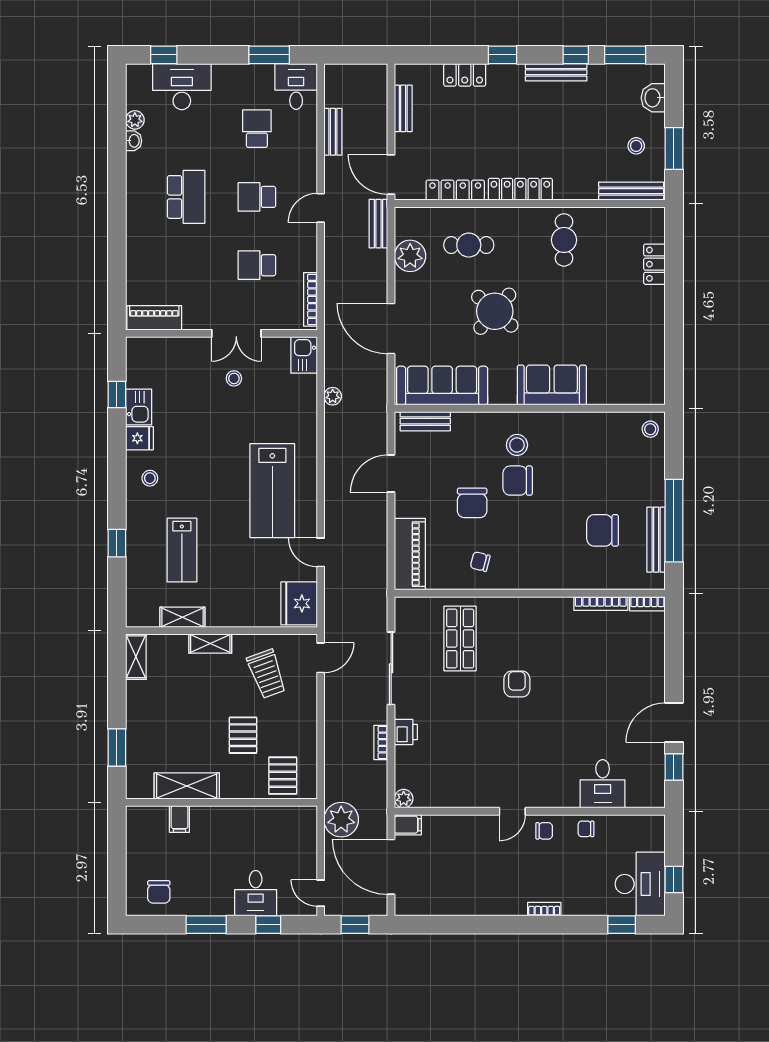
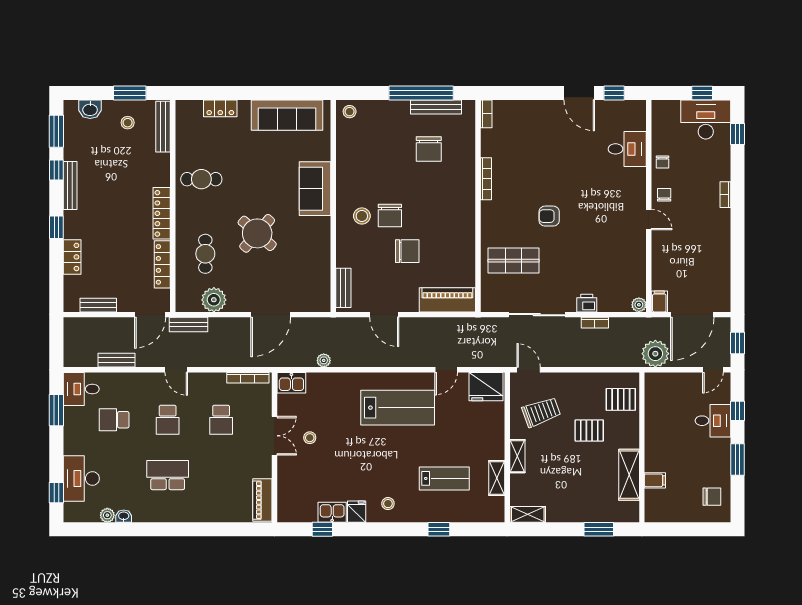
sofa: (442, 386) -> (287, 115), moved, turned -90
chair: (480, 562) -> (453, 245), removed
bookcase: (601, 603) -> (486, 179), moved

